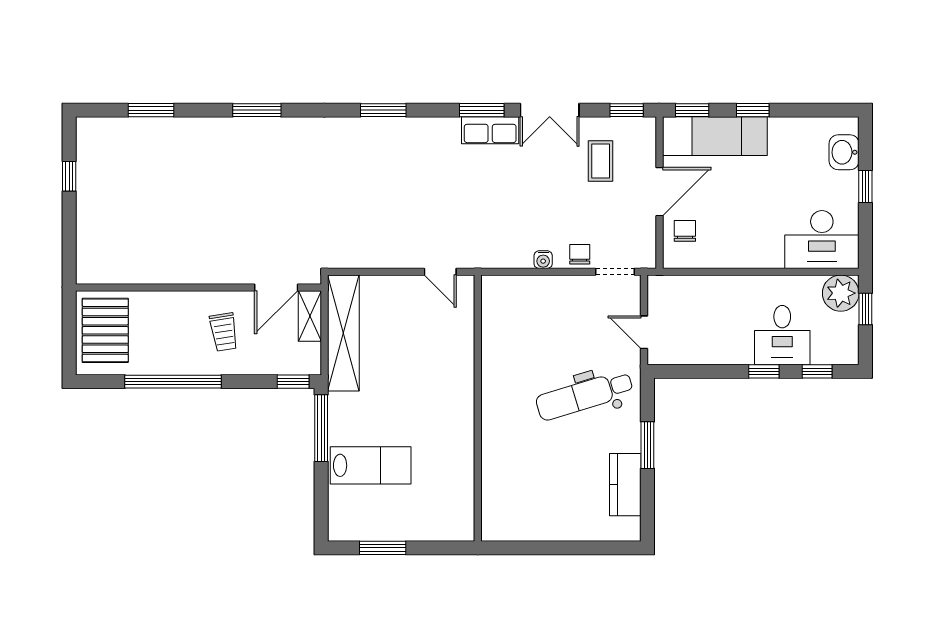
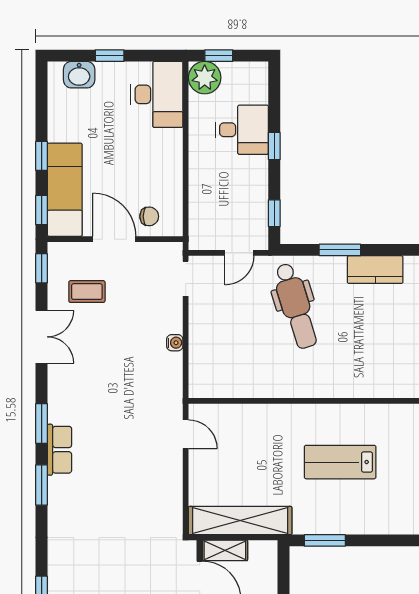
window: (482, 110) -> (42, 423), moved
row of seats: (490, 130) -> (59, 450), moved
chair: (685, 231) -> (149, 216), turned 180
chair: (580, 254) -> (170, 310), removed
door: (440, 272) -> (186, 434), hinge flipped
window: (817, 371) -> (274, 213), moved
window: (293, 382) -> (283, 565), removed
window: (321, 428) -> (325, 540), width x0.69
lab bench: (371, 465) -> (340, 462), moved, turned -90

